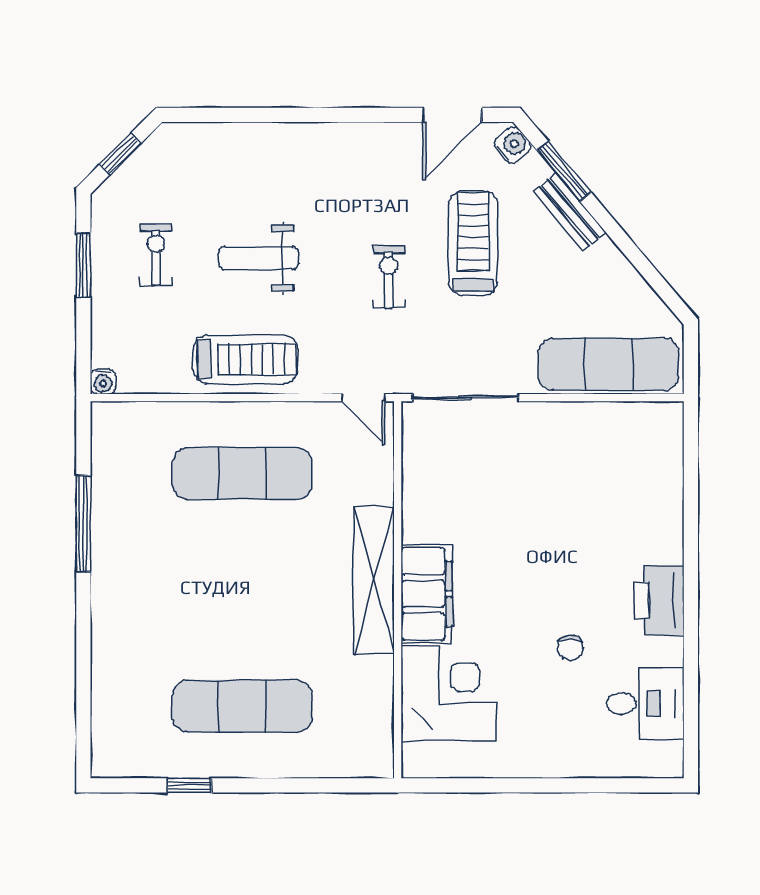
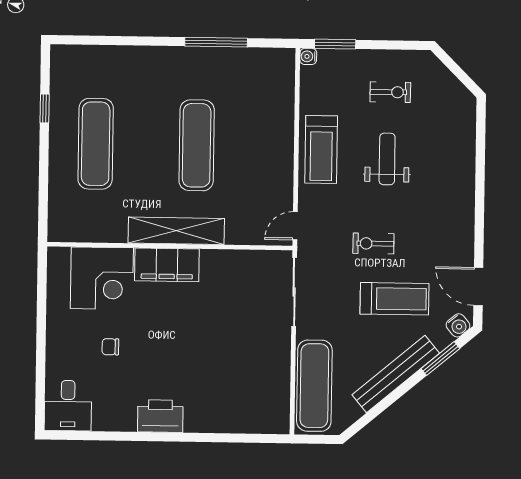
window: (120, 154) -> (456, 70), removed
bench: (570, 212) -> (396, 374), width x1.86, depth x1.21
window: (83, 265) -> (335, 44), moved
exercise bike: (389, 277) -> (373, 243), turned 180
exercise mat: (242, 473) -> (197, 145), moved
chair: (570, 648) -> (110, 347), moved
desk: (645, 703) -> (68, 406), moved

